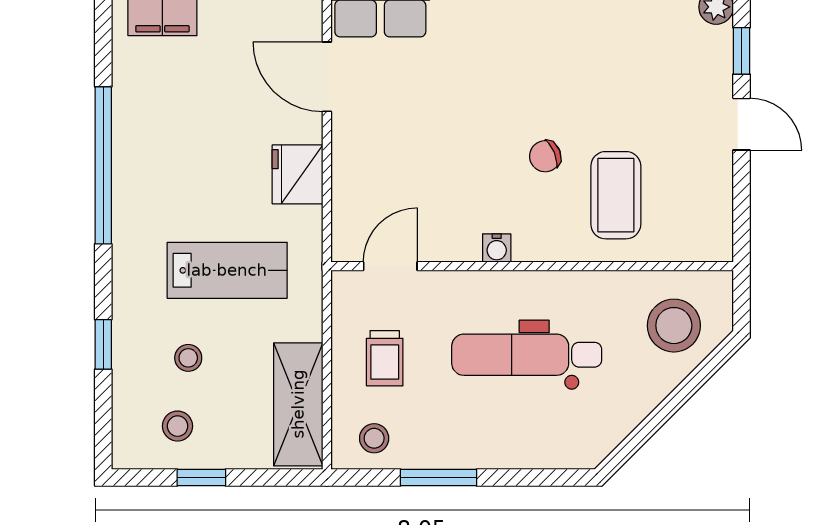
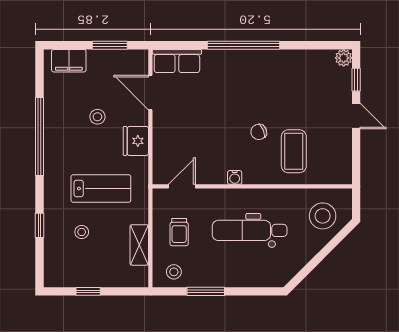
shelving: (298, 404) -> (139, 245), width x0.67, depth x0.75
stool: (178, 426) -> (97, 117), moved

